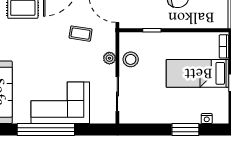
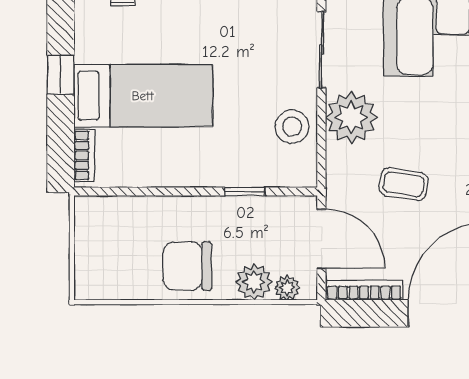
plant: (109, 58) -> (351, 117), width x1.87, depth x1.87

